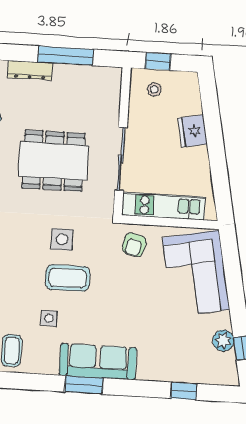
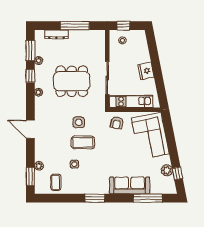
fridge: (193, 131) -> (146, 71), moved
sofa: (98, 362) -> (130, 185), moved
window: (184, 391) -> (148, 198), width x2.17

